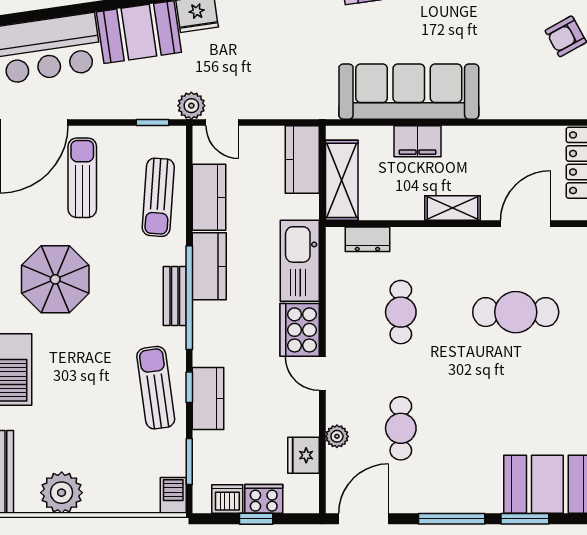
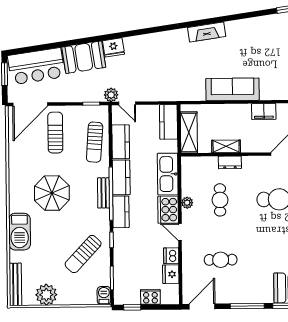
sofa: (409, 92) -> (233, 89), width x0.74, depth x0.79
filing cabinet: (418, 141) -> (264, 112), moved
shelving: (453, 208) -> (226, 146), moved
dresser: (367, 239) -> (230, 162), moved
parasol: (55, 279) -> (52, 193), moved
sun lounger: (156, 388) -> (83, 254), moved, turned -129
kitchen counter: (208, 398) -> (121, 212), moved
cafe table: (401, 428) -> (221, 260), turned 90
plant: (337, 436) -> (187, 203), moved
dishwasher: (227, 499) -> (171, 256), moved, turned -90
window: (256, 519) -> (132, 307), moved

